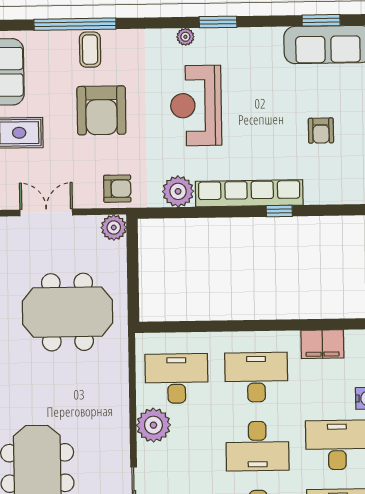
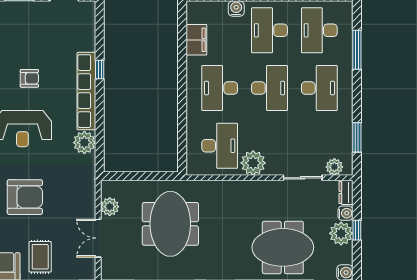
armchair: (321, 131) -> (29, 78), moved
armchair: (117, 189) -> (82, 186), removed
plant: (114, 228) -> (110, 207), moved
desk: (177, 378) -> (220, 146), turned 180

